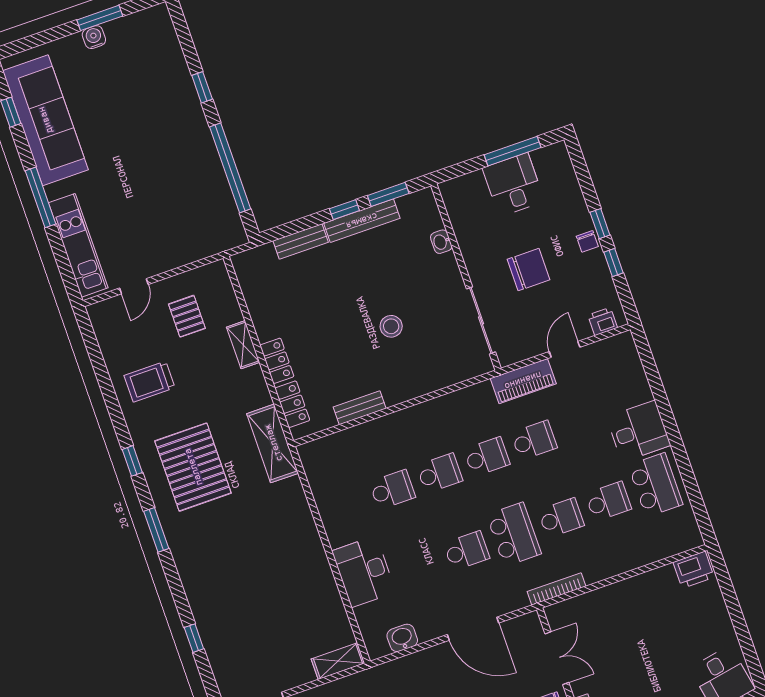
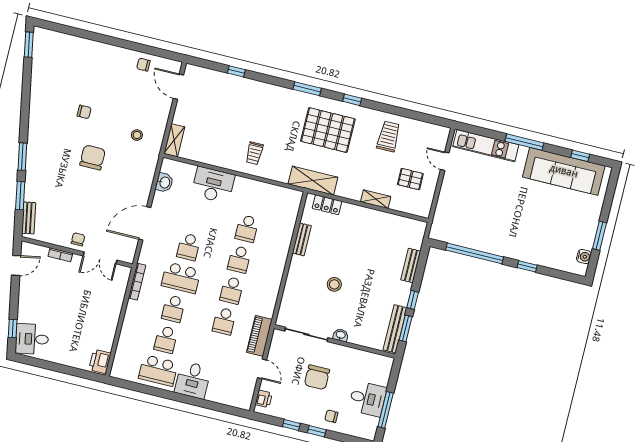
water cooler: (94, 37) -> (584, 257), moved
bench: (362, 221) -> (395, 329), moved
chair: (587, 241) -> (331, 416), moved
washbasin: (441, 242) -> (341, 335), moved
locker: (277, 361) -> (355, 212), removed
trolley: (287, 544) -> (254, 153), added

